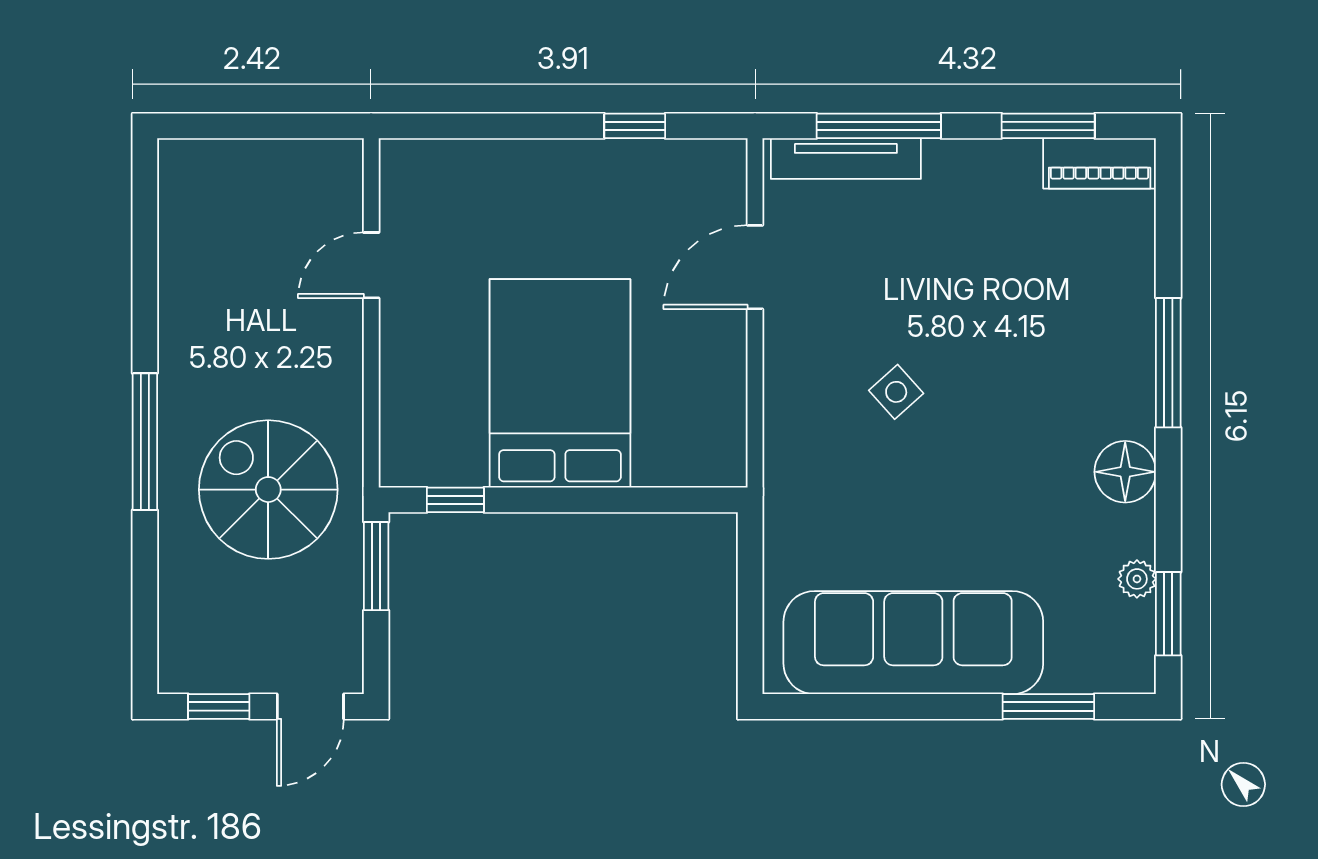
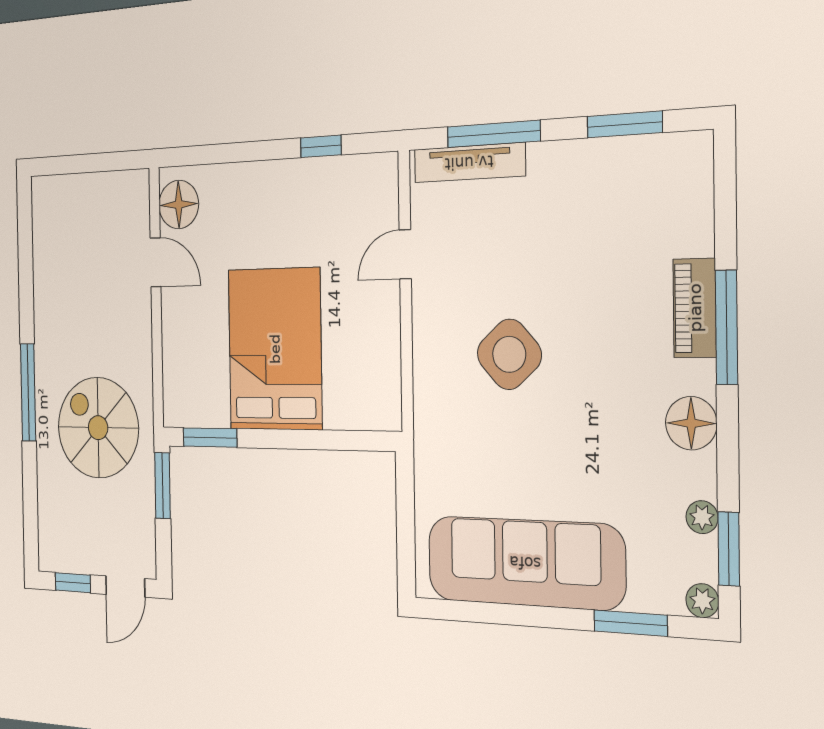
piano: (1100, 163) -> (695, 308), moved, turned 90
floor lamp: (411, 189) -> (179, 205), added
door: (371, 265) -> (156, 262), swing flipped
door: (755, 267) -> (405, 254), width x0.73
side table: (896, 392) -> (509, 354), width x1.87, depth x1.87
window: (455, 500) -> (210, 437), width x1.50
plant: (1136, 675) -> (702, 601), added

